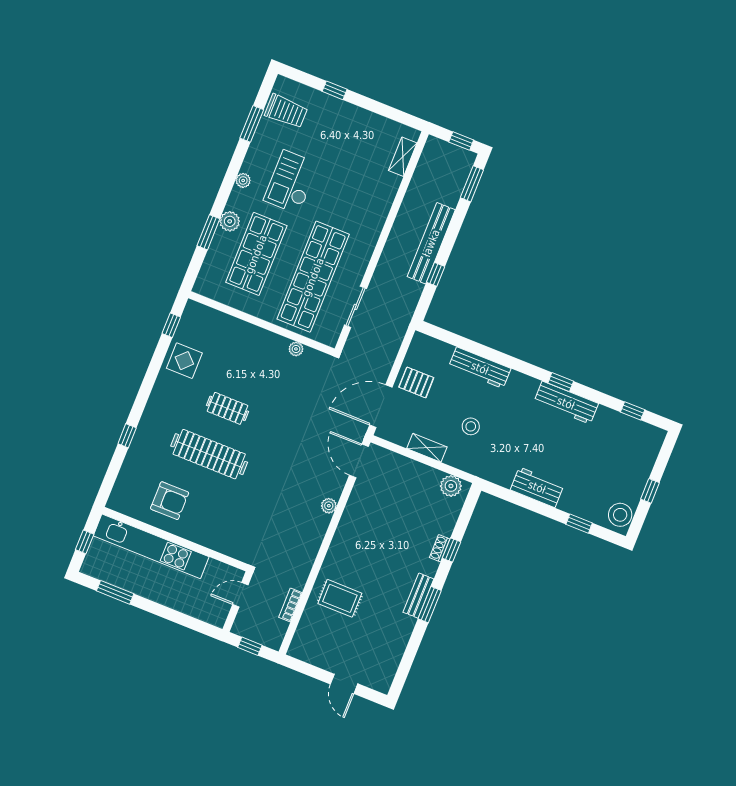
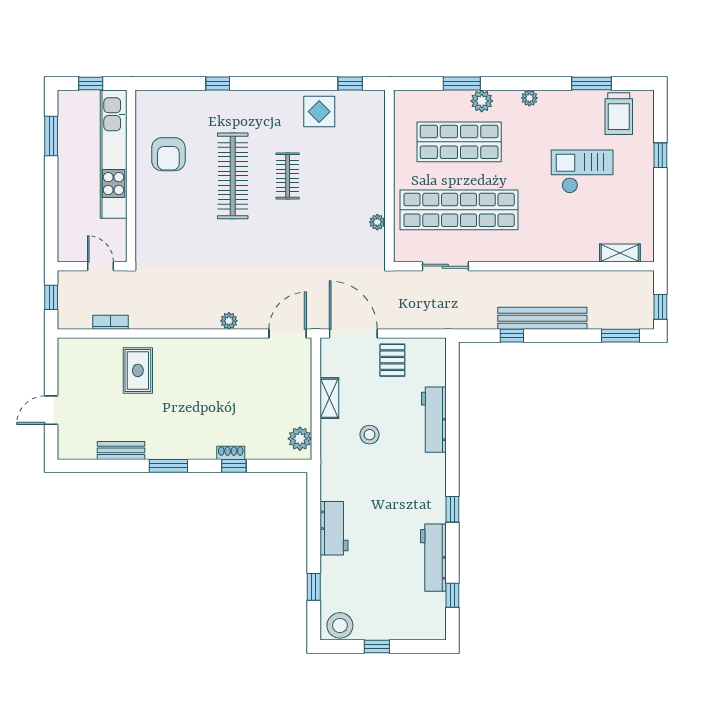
checkout: (291, 182) -> (582, 171), moved
workbench: (566, 403) -> (433, 558), moved
bench: (418, 596) -> (121, 450), moved

